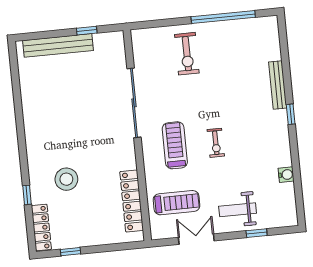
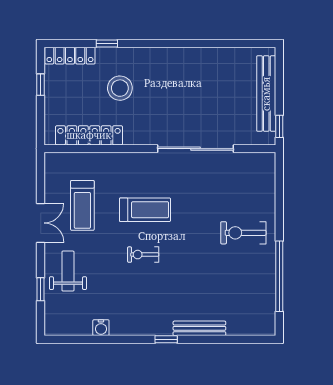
sliding door: (134, 103) -> (196, 149), moved
wall: (137, 135) -> (160, 149), moved
locker: (132, 201) -> (89, 135), moved

